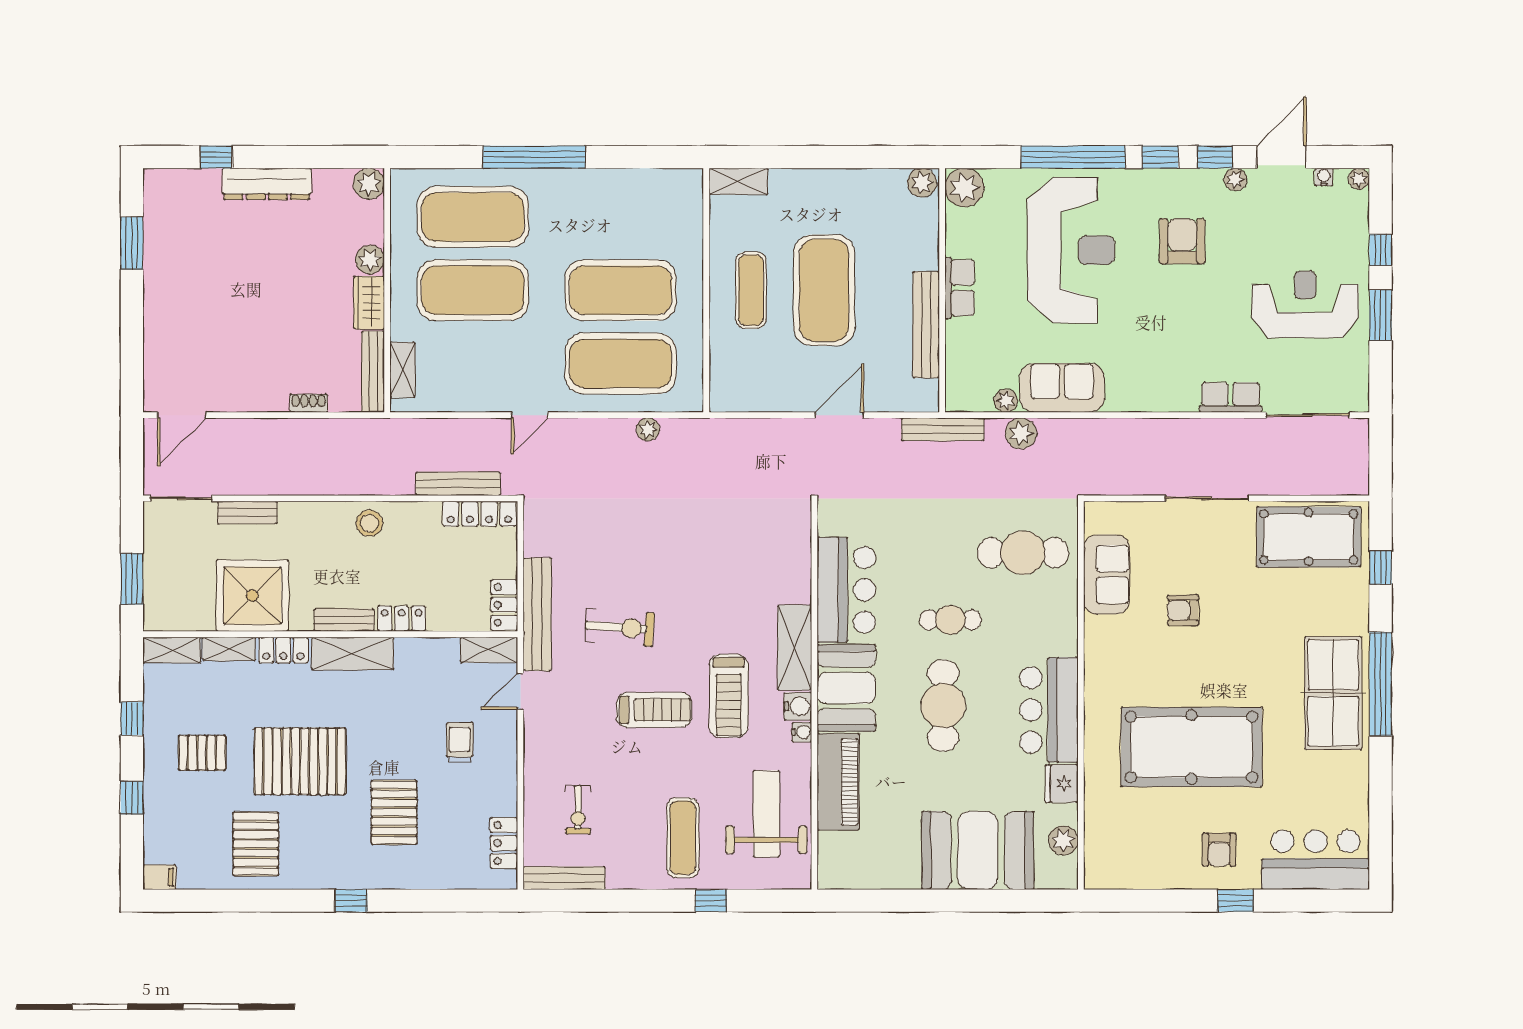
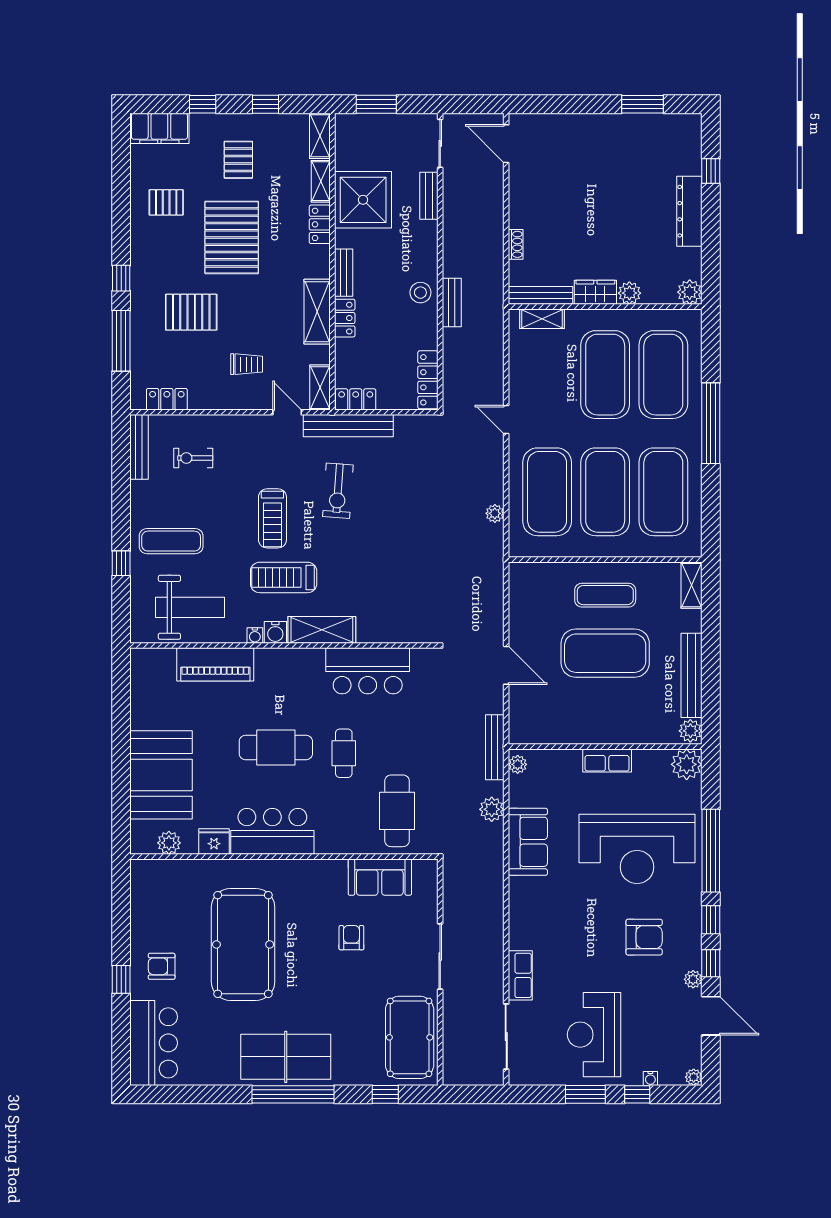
water cooler: (1324, 177) -> (650, 1078), moved, turned 90
exercise mat: (621, 217) -> (663, 492), added
reception desk: (1305, 304) -> (594, 1035), turned 180
bench: (926, 325) -> (692, 675), moved, turned 90
plant: (1006, 401) -> (518, 764), moved
bench: (458, 484) -> (452, 302), moved, width x0.73
shelving: (352, 653) -> (317, 312), moved
booth: (846, 688) -> (290, 671), removed
pallet: (256, 844) -> (166, 202), width x0.67, depth x0.71
filing cabinet: (160, 877) -> (159, 128), width x3.00, depth x1.17
window: (430, 901) -> (121, 341), added

